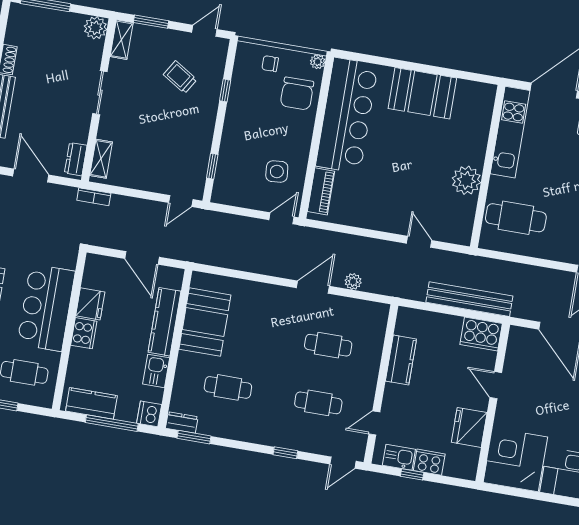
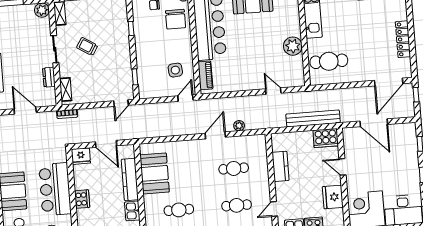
trolley: (180, 77) -> (87, 47), moved
dresser: (76, 159) -> (49, 77), moved
fridge: (90, 304) -> (81, 156), moved, turned 90

